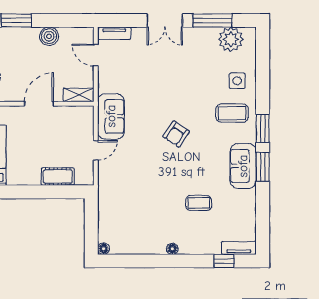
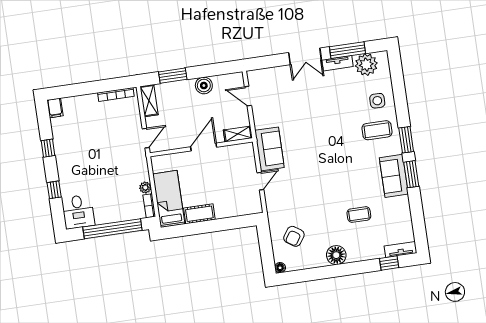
tv unit: (114, 33) -> (338, 63), moved
armchair: (176, 134) -> (294, 236), moved
cot: (58, 177) -> (199, 214), moved
floor lamp: (172, 249) -> (336, 255), width x1.89, depth x1.89

